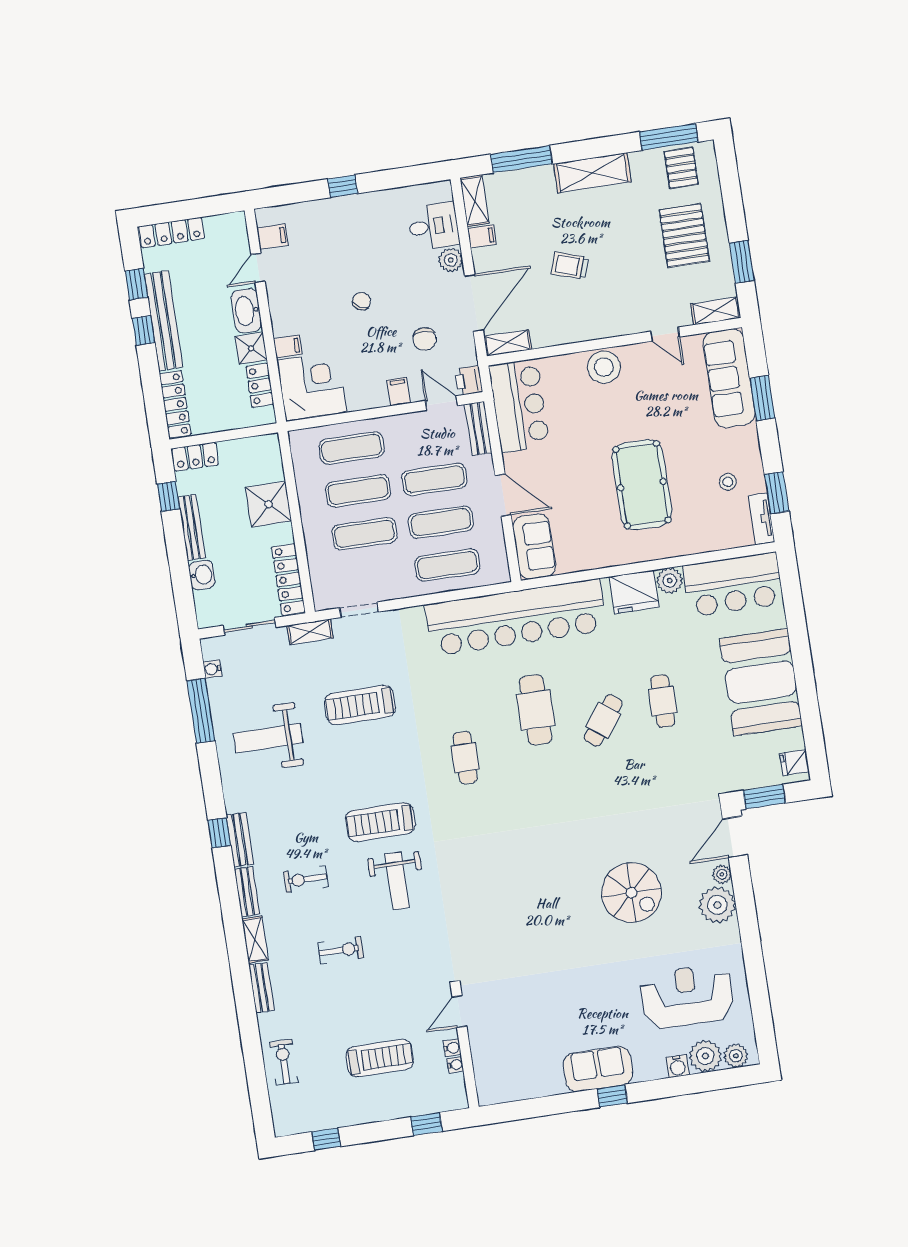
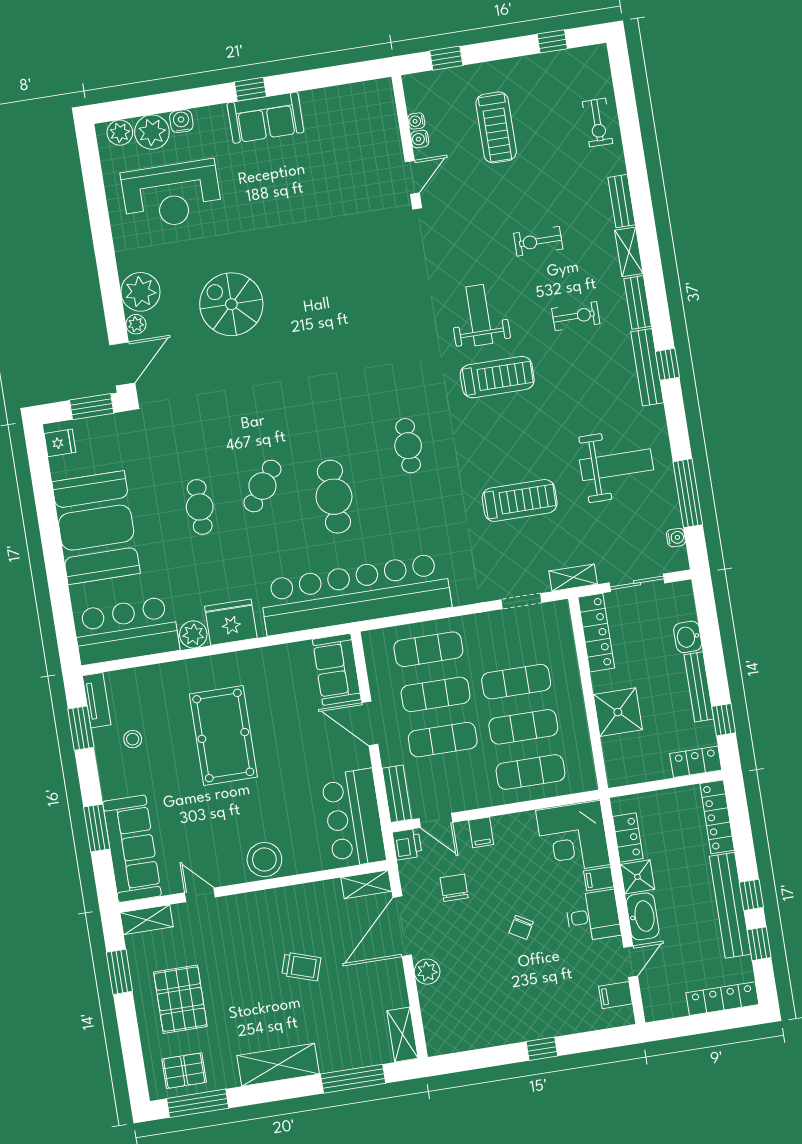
pallet: (681, 168) -> (184, 1071), turned 90
desk: (434, 226) -> (593, 916), moved, turned 180
filing cabinet: (482, 236) -> (394, 997), removed
bench: (240, 840) -> (647, 367), width x1.36
treadmill: (380, 1058) -> (496, 127), turned -90

